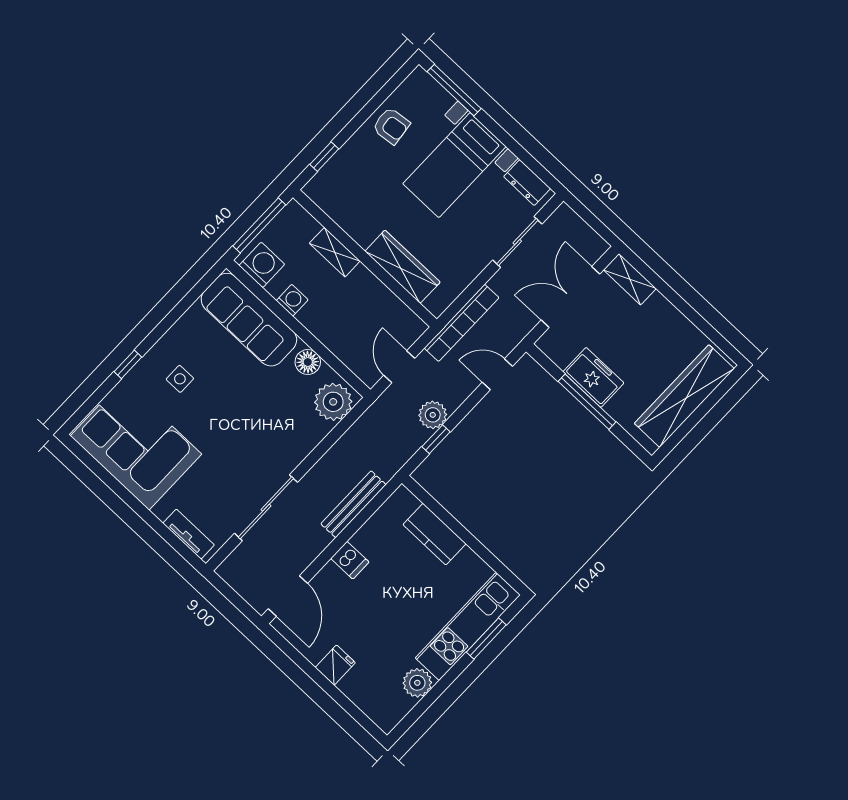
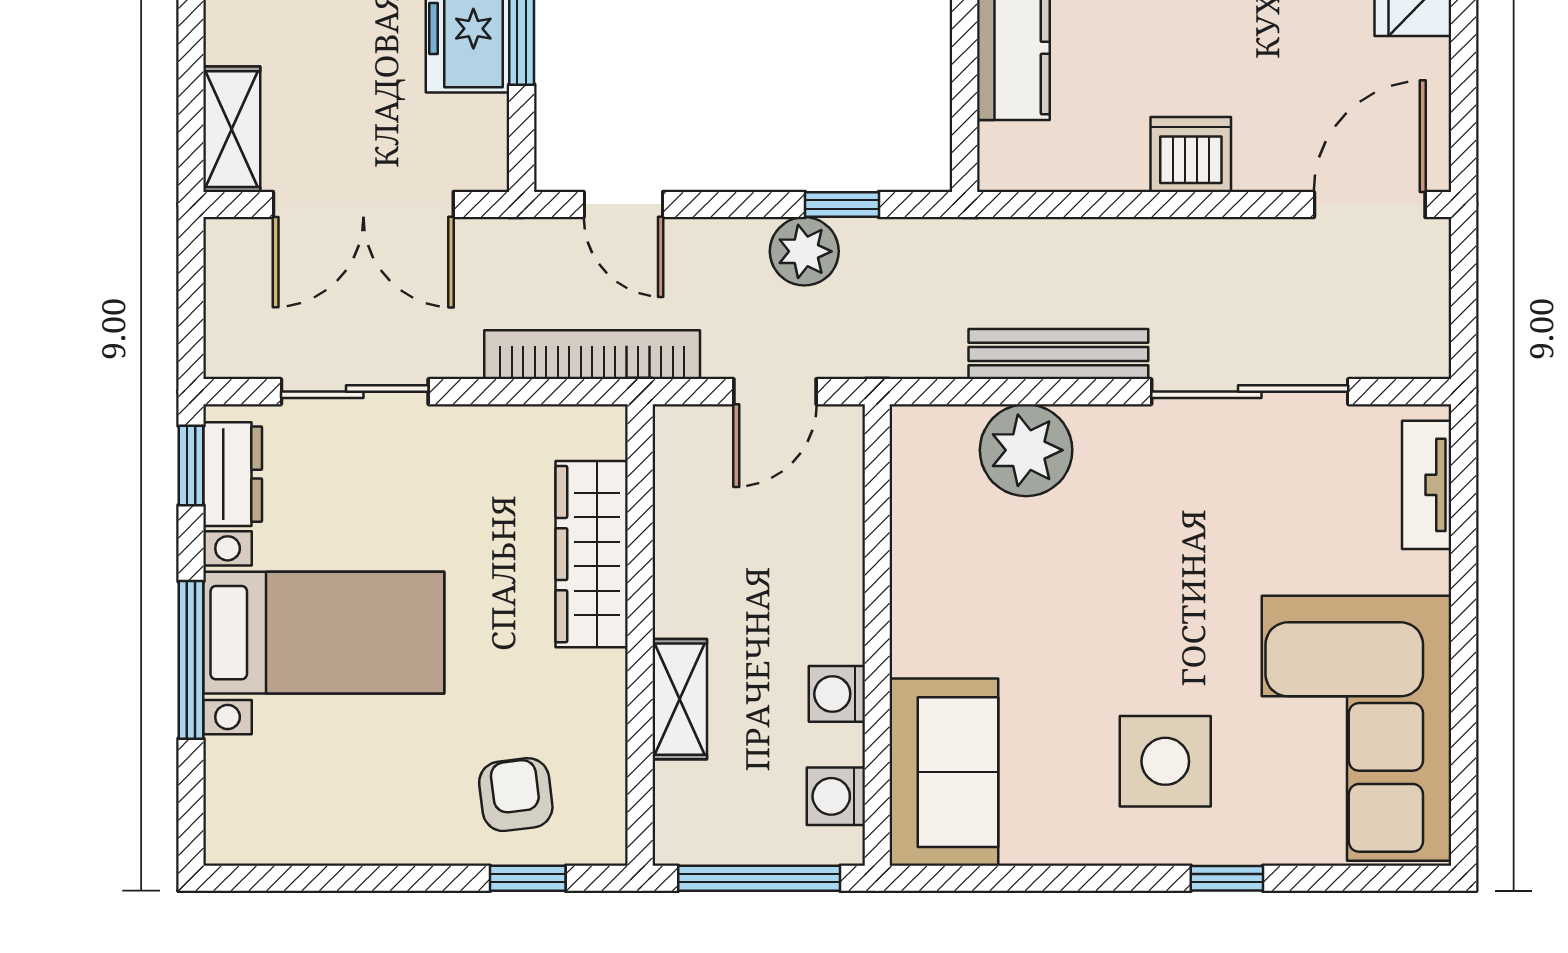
window: (454, 90) -> (191, 660), moved
armchair: (391, 126) -> (516, 795), moved
window: (541, 173) -> (191, 466), added
washing machine: (262, 265) -> (836, 796), width x0.73, depth x0.73
sofa: (249, 320) -> (944, 772), width x0.73
floor lamp: (308, 362) -> (920, 562), removed
side table: (180, 379) -> (1165, 761), width x1.87, depth x1.87
plant: (333, 402) -> (1026, 450), moved
bench: (353, 504) -> (1058, 354), moved
dishwasher: (350, 560) -> (1191, 154), width x1.38

